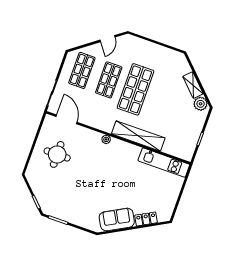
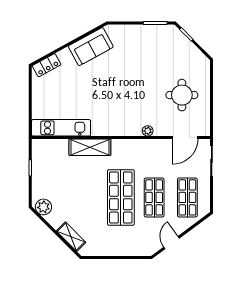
shelving: (193, 85) -> (71, 237), moved
door: (67, 119) -> (185, 137), hinge flipped
shelving: (138, 136) -> (90, 147), width x0.68
plant: (106, 139) -> (148, 131), moved
locker: (146, 219) -> (47, 65), moved

